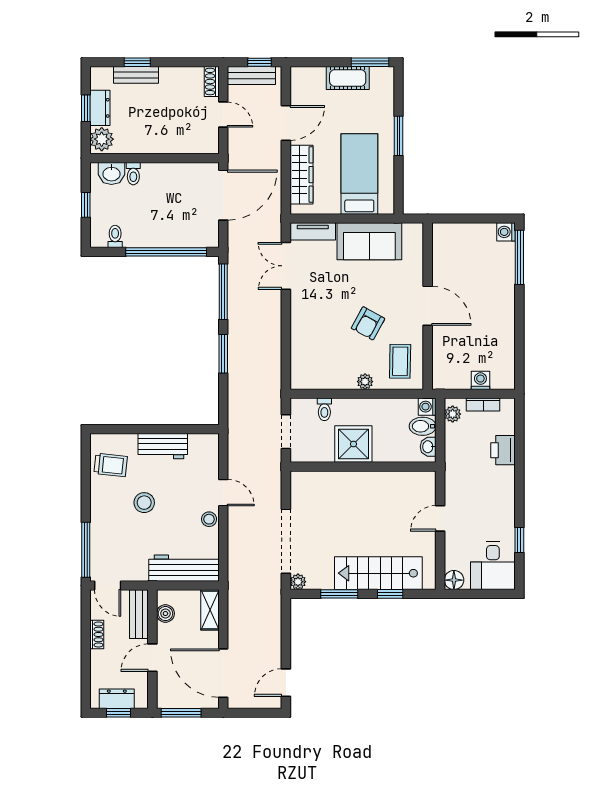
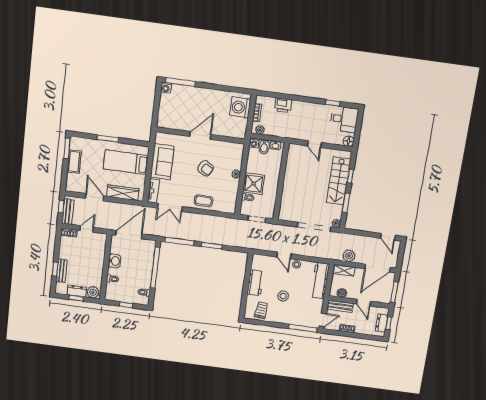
washbasin: (111, 173) -> (114, 261), moved
door: (223, 195) -> (129, 235), hinge flipped
coffee table: (400, 361) -> (203, 201), moved
washing machine: (480, 380) -> (240, 107), width x1.89, depth x1.89
shower: (353, 444) -> (254, 184), moved
door: (223, 493) -> (284, 255), swing flipped
plant: (239, 615) -> (349, 256), added

